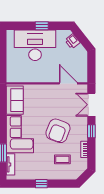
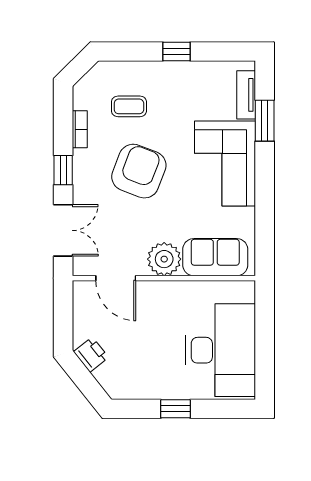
printer: (72, 41) -> (91, 355), moved
desk: (35, 45) -> (221, 350), moved, turned -90
plant: (47, 92) -> (164, 259), added
sofa: (15, 100) -> (215, 257), moved, turned 90

